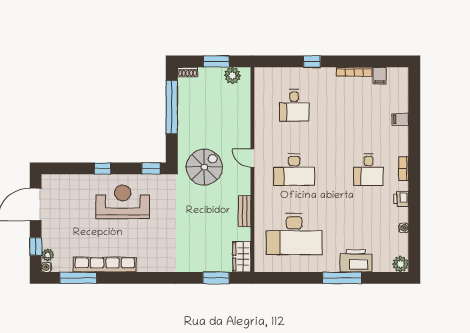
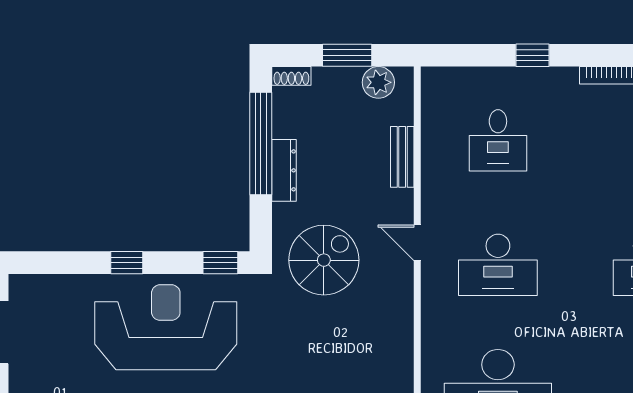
dresser: (184, 121) -> (284, 170), added
reception desk: (123, 202) -> (166, 327), width x1.36, depth x1.30
bench: (245, 211) -> (402, 157), moved

